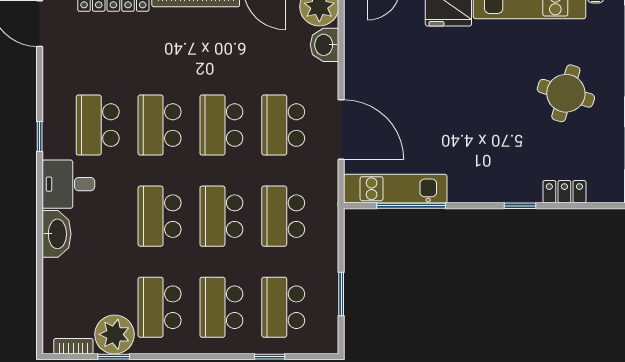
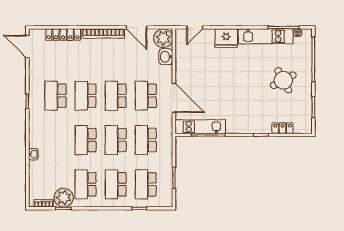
round table: (566, 93) -> (283, 80), turned 45
desk: (68, 184) -> (41, 124), removed
washbasin: (57, 234) -> (33, 154), width x0.52, depth x0.69

